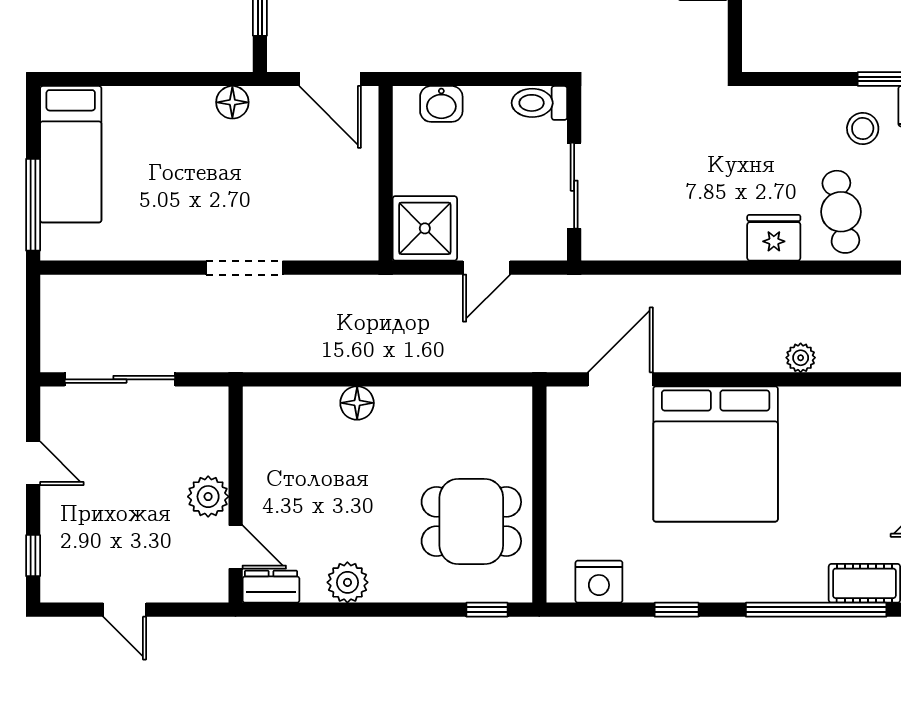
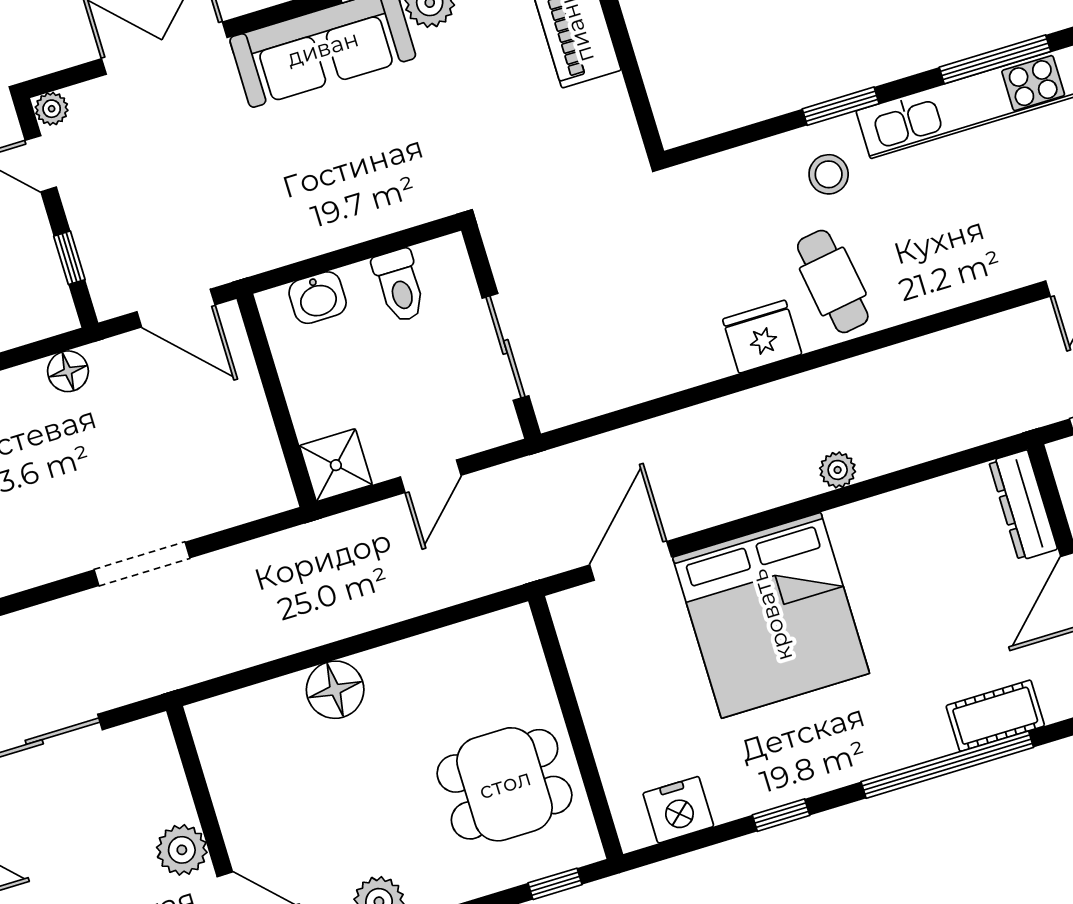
toilet: (539, 103) -> (399, 286), moved, turned -90
shower: (425, 228) -> (336, 465), width x0.73, depth x0.73
floor lamp: (357, 403) -> (335, 690), width x1.38, depth x1.38

